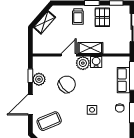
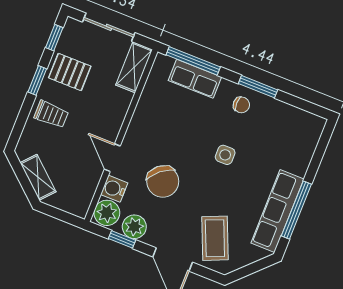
shelving: (90, 48) -> (134, 67), moved
water cooler: (96, 62) -> (114, 189), moved
plant: (83, 63) -> (107, 213), moved
chair: (67, 84) -> (163, 181), turned 180

